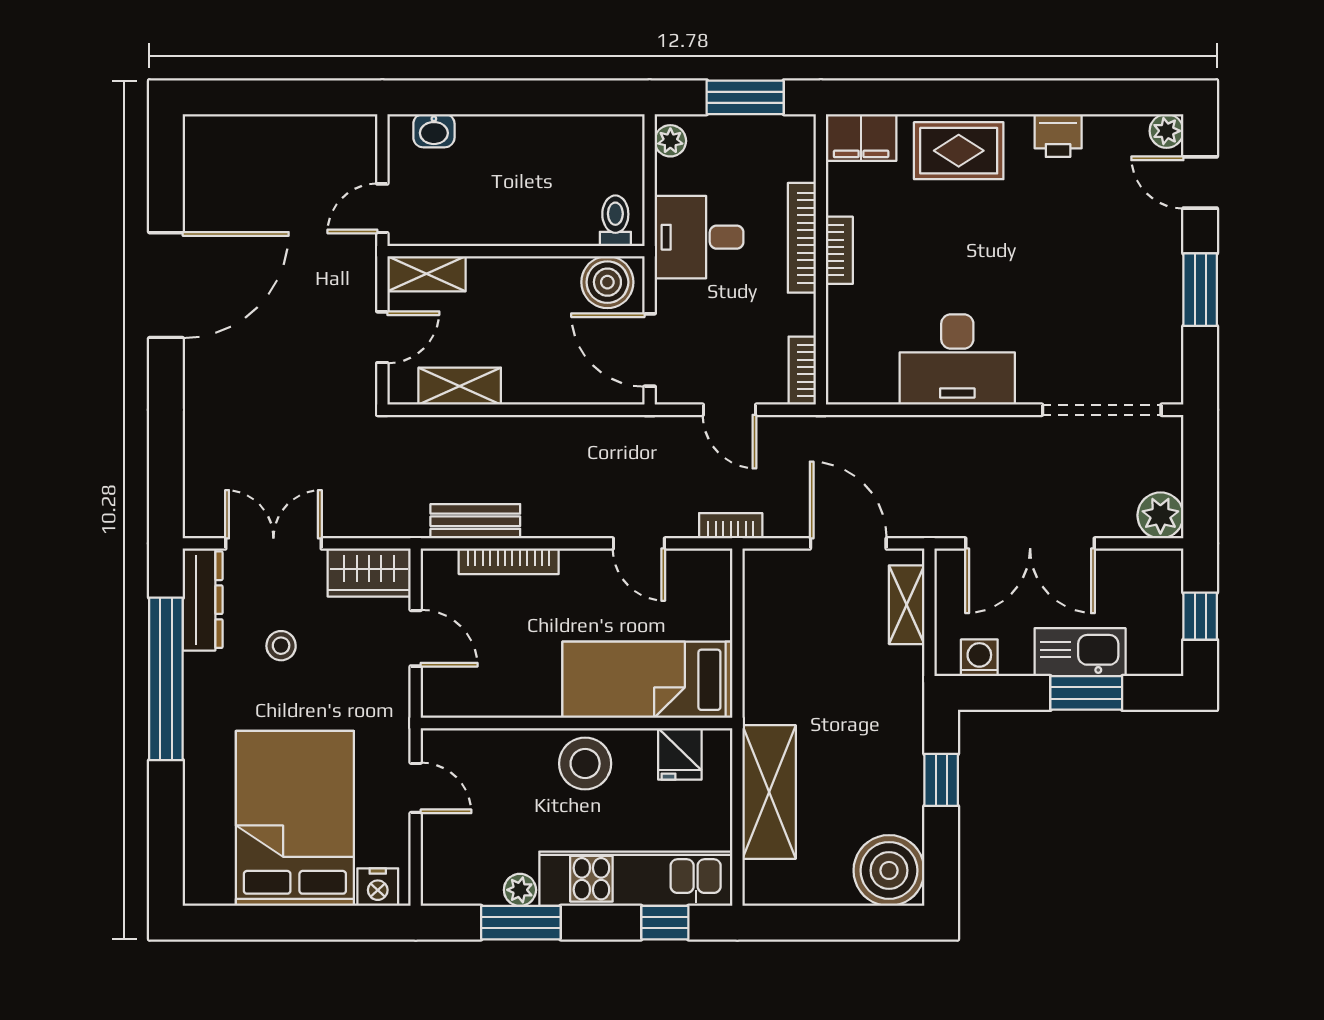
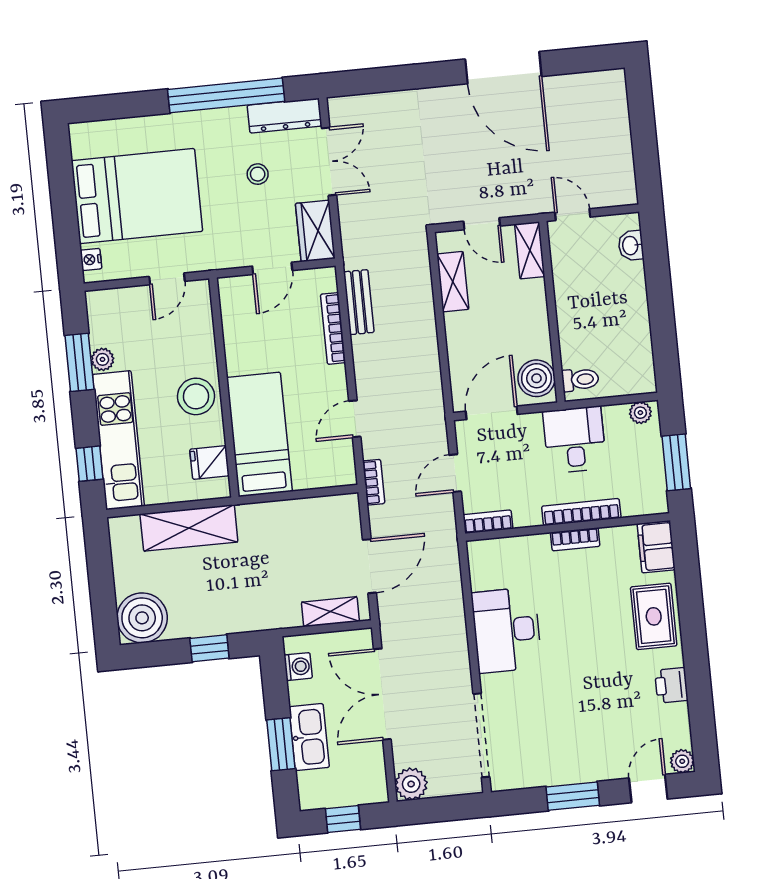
nightstand: (378, 887) -> (91, 259), width x0.72, depth x0.74

